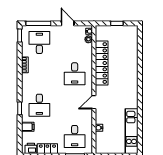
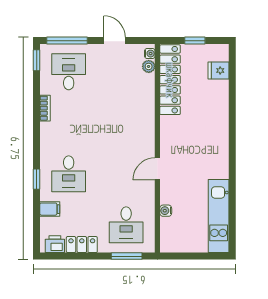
fridge: (131, 42) -> (219, 70), added
locker: (102, 63) -> (170, 80), moved
desk: (75, 74) -> (126, 123), removed

